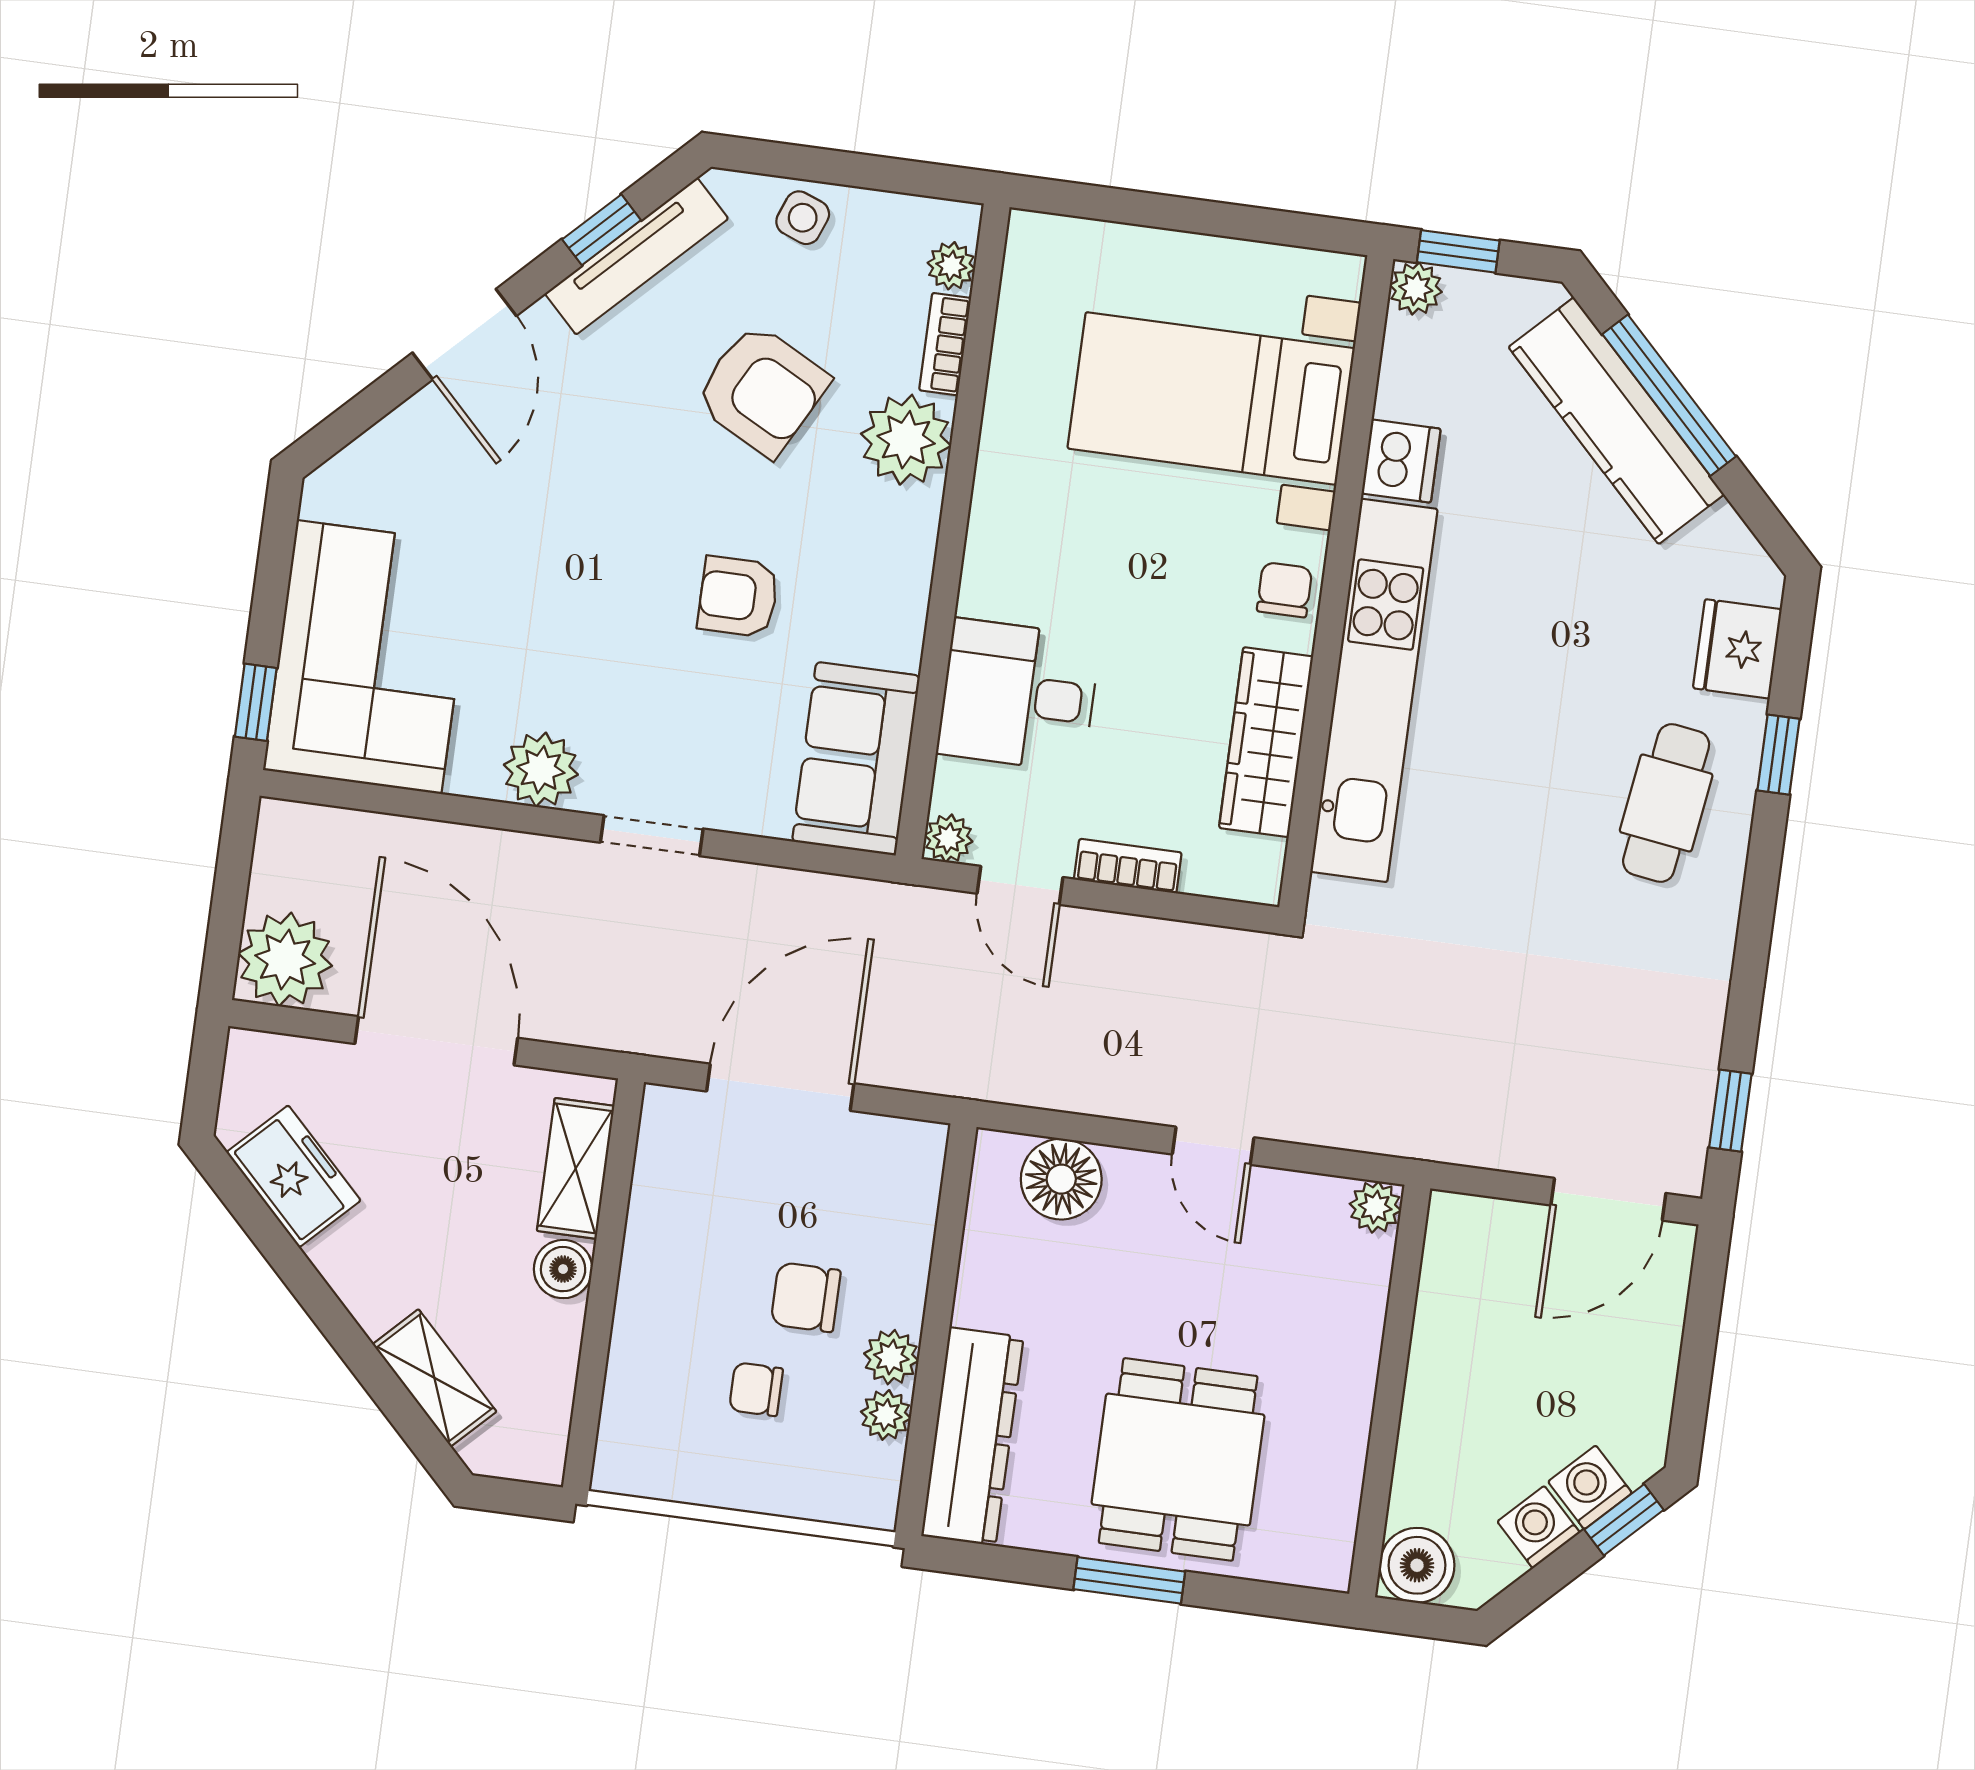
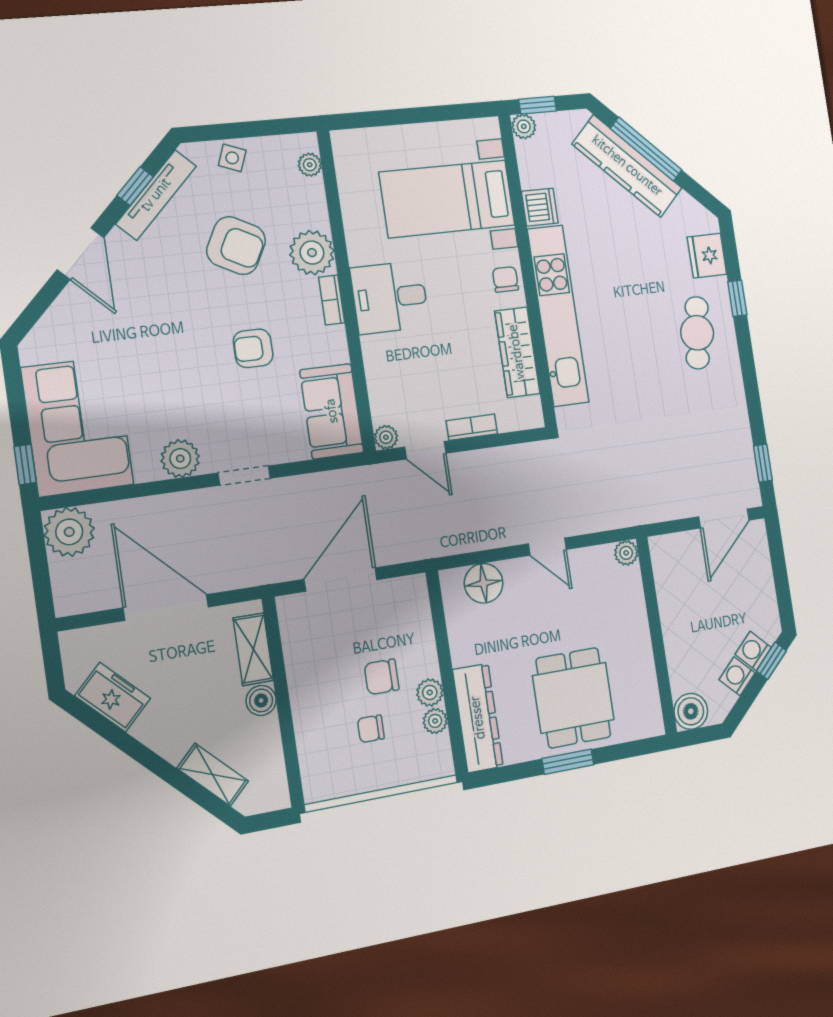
bookcase: (945, 344) -> (332, 300), moved
desk: (1018, 695) -> (390, 297), moved
plant: (285, 959) -> (69, 532), moved

